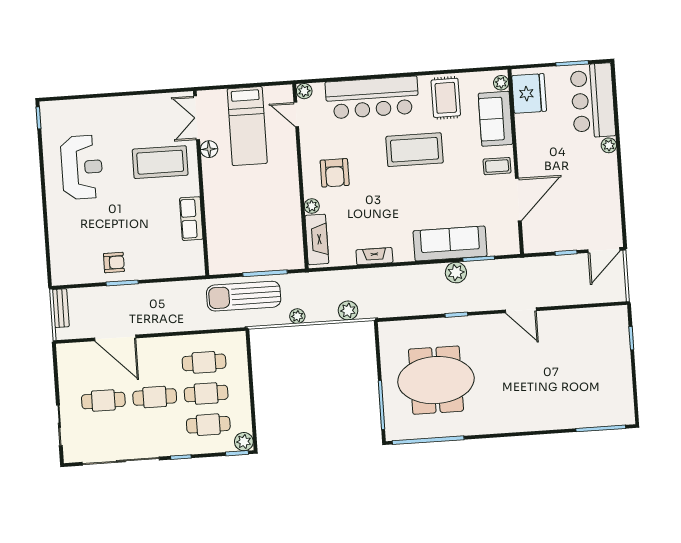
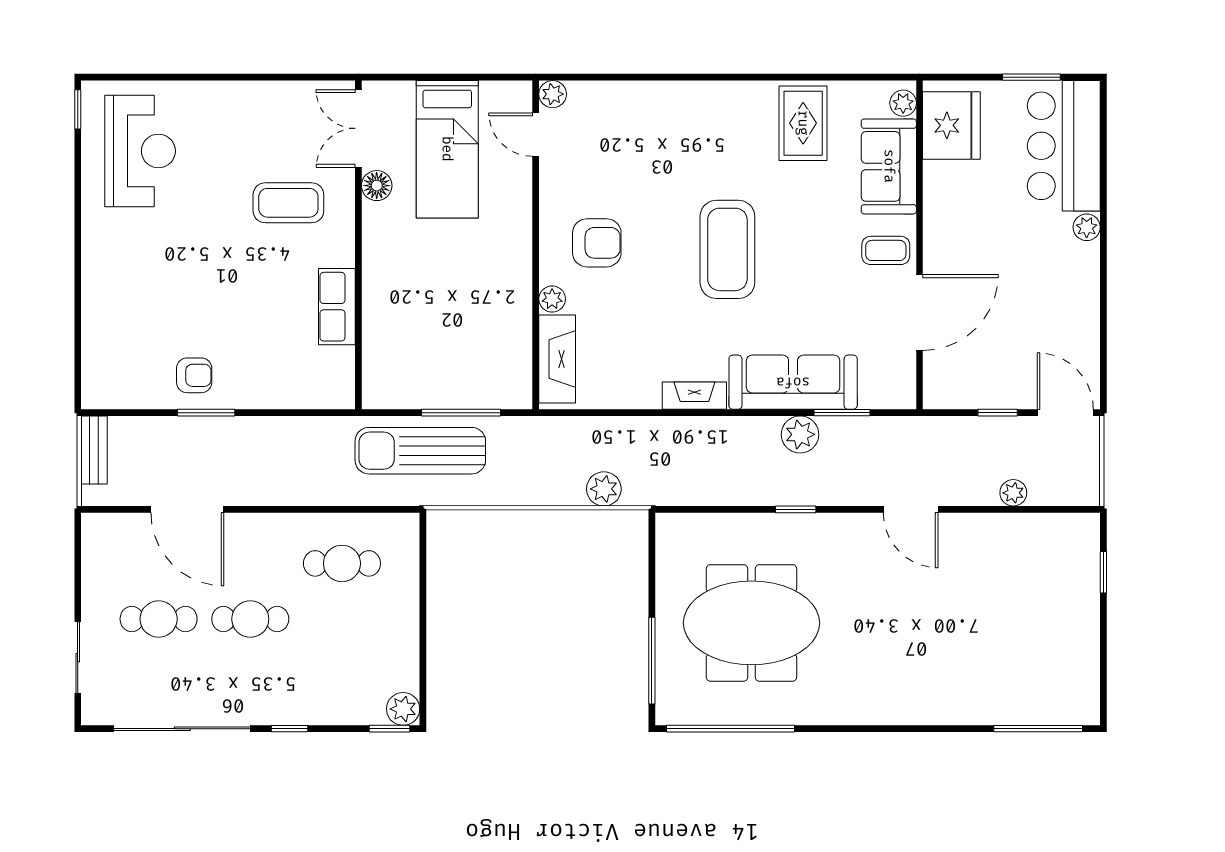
bar counter: (372, 98) -> (672, 114), removed
coffee table: (415, 150) -> (727, 249), moved, turned 90
coffee table: (160, 162) -> (288, 203), width x0.73, depth x0.76
reception desk: (82, 167) -> (140, 151), moved
armchair: (335, 173) -> (597, 243), turned -90
door: (604, 250) -> (1065, 413), swing flipped
fireplace: (374, 256) -> (694, 396), moved
plant: (297, 316) -> (1013, 493), moved
cafe table: (206, 394) -> (342, 619), removed
cafe table: (208, 425) -> (342, 675), removed

